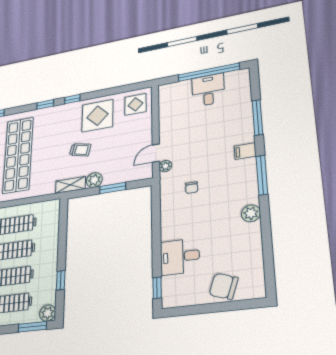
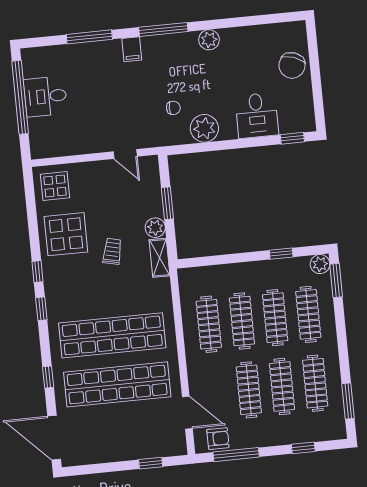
plant: (165, 166) -> (204, 128), moved, width x1.88, depth x1.88

